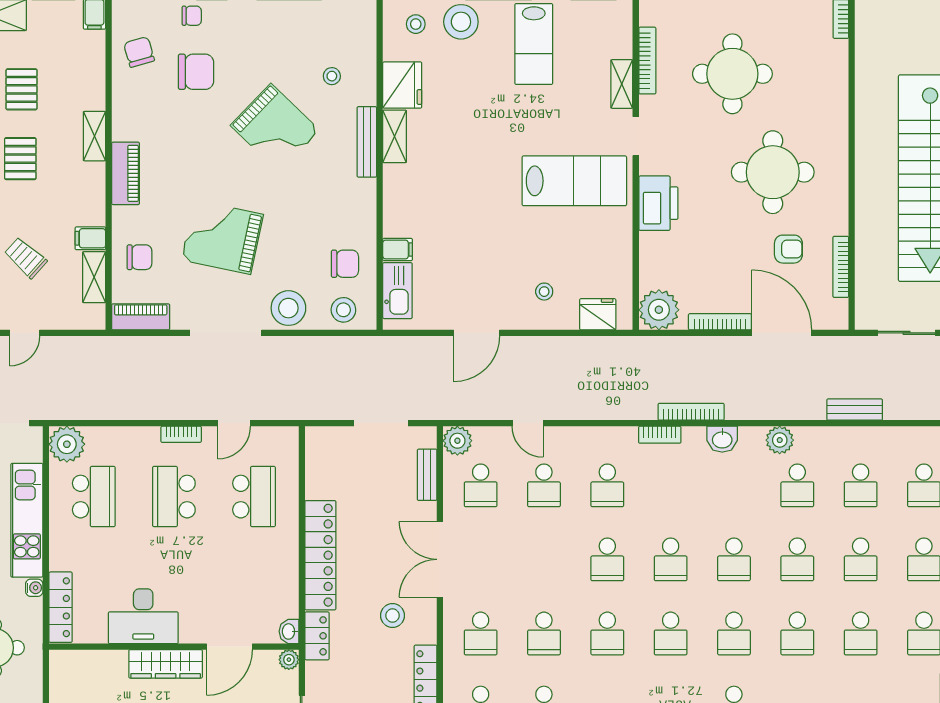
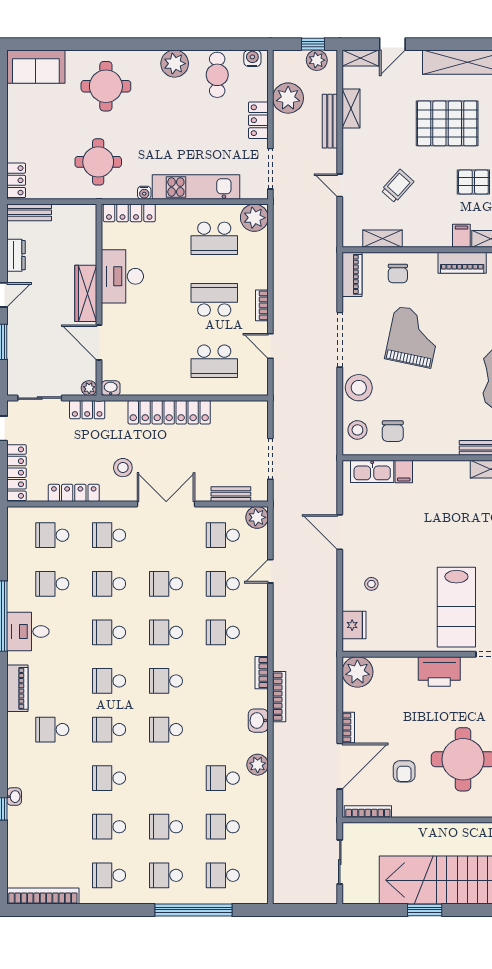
filing cabinet: (90, 238) -> (461, 236), moved
bookcase: (841, 267) -> (368, 812), moved
bookcase: (720, 322) -> (348, 728), width x0.64
bench: (855, 410) -> (281, 822), removed
school desk: (797, 559) -> (166, 584), moved
locker: (317, 636) -> (87, 410), moved

